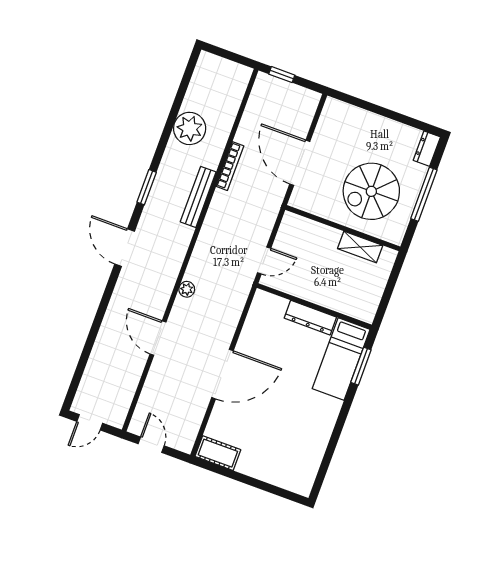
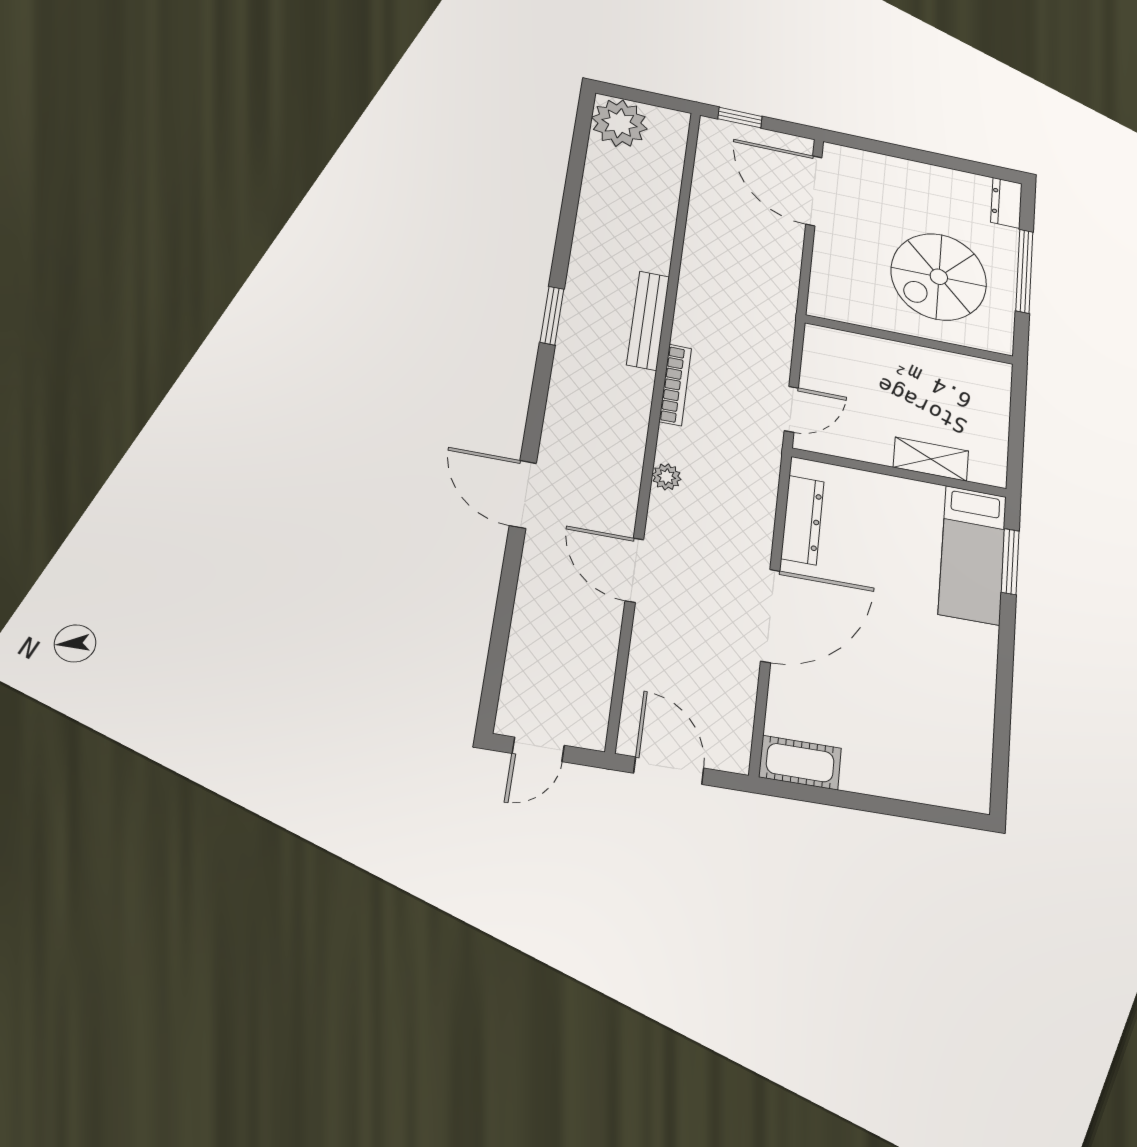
plant: (190, 128) -> (619, 123), moved
door: (300, 163) -> (814, 191), moved
bookcase: (230, 166) -> (675, 385), moved
shelving: (360, 247) -> (931, 459), moved
door: (125, 248) -> (523, 494), moved
dresser: (310, 318) -> (803, 520), moved, turned -90
door: (151, 445) -> (669, 771), width x1.38

